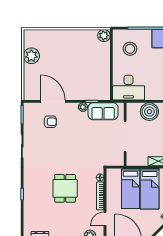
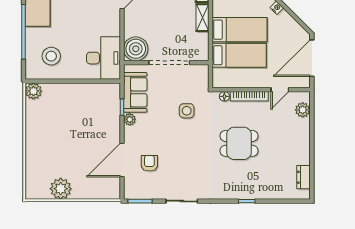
boiler: (149, 112) -> (136, 49), moved
side table: (89, 149) -> (187, 111), added
door: (105, 219) -> (280, 90), hinge flipped

